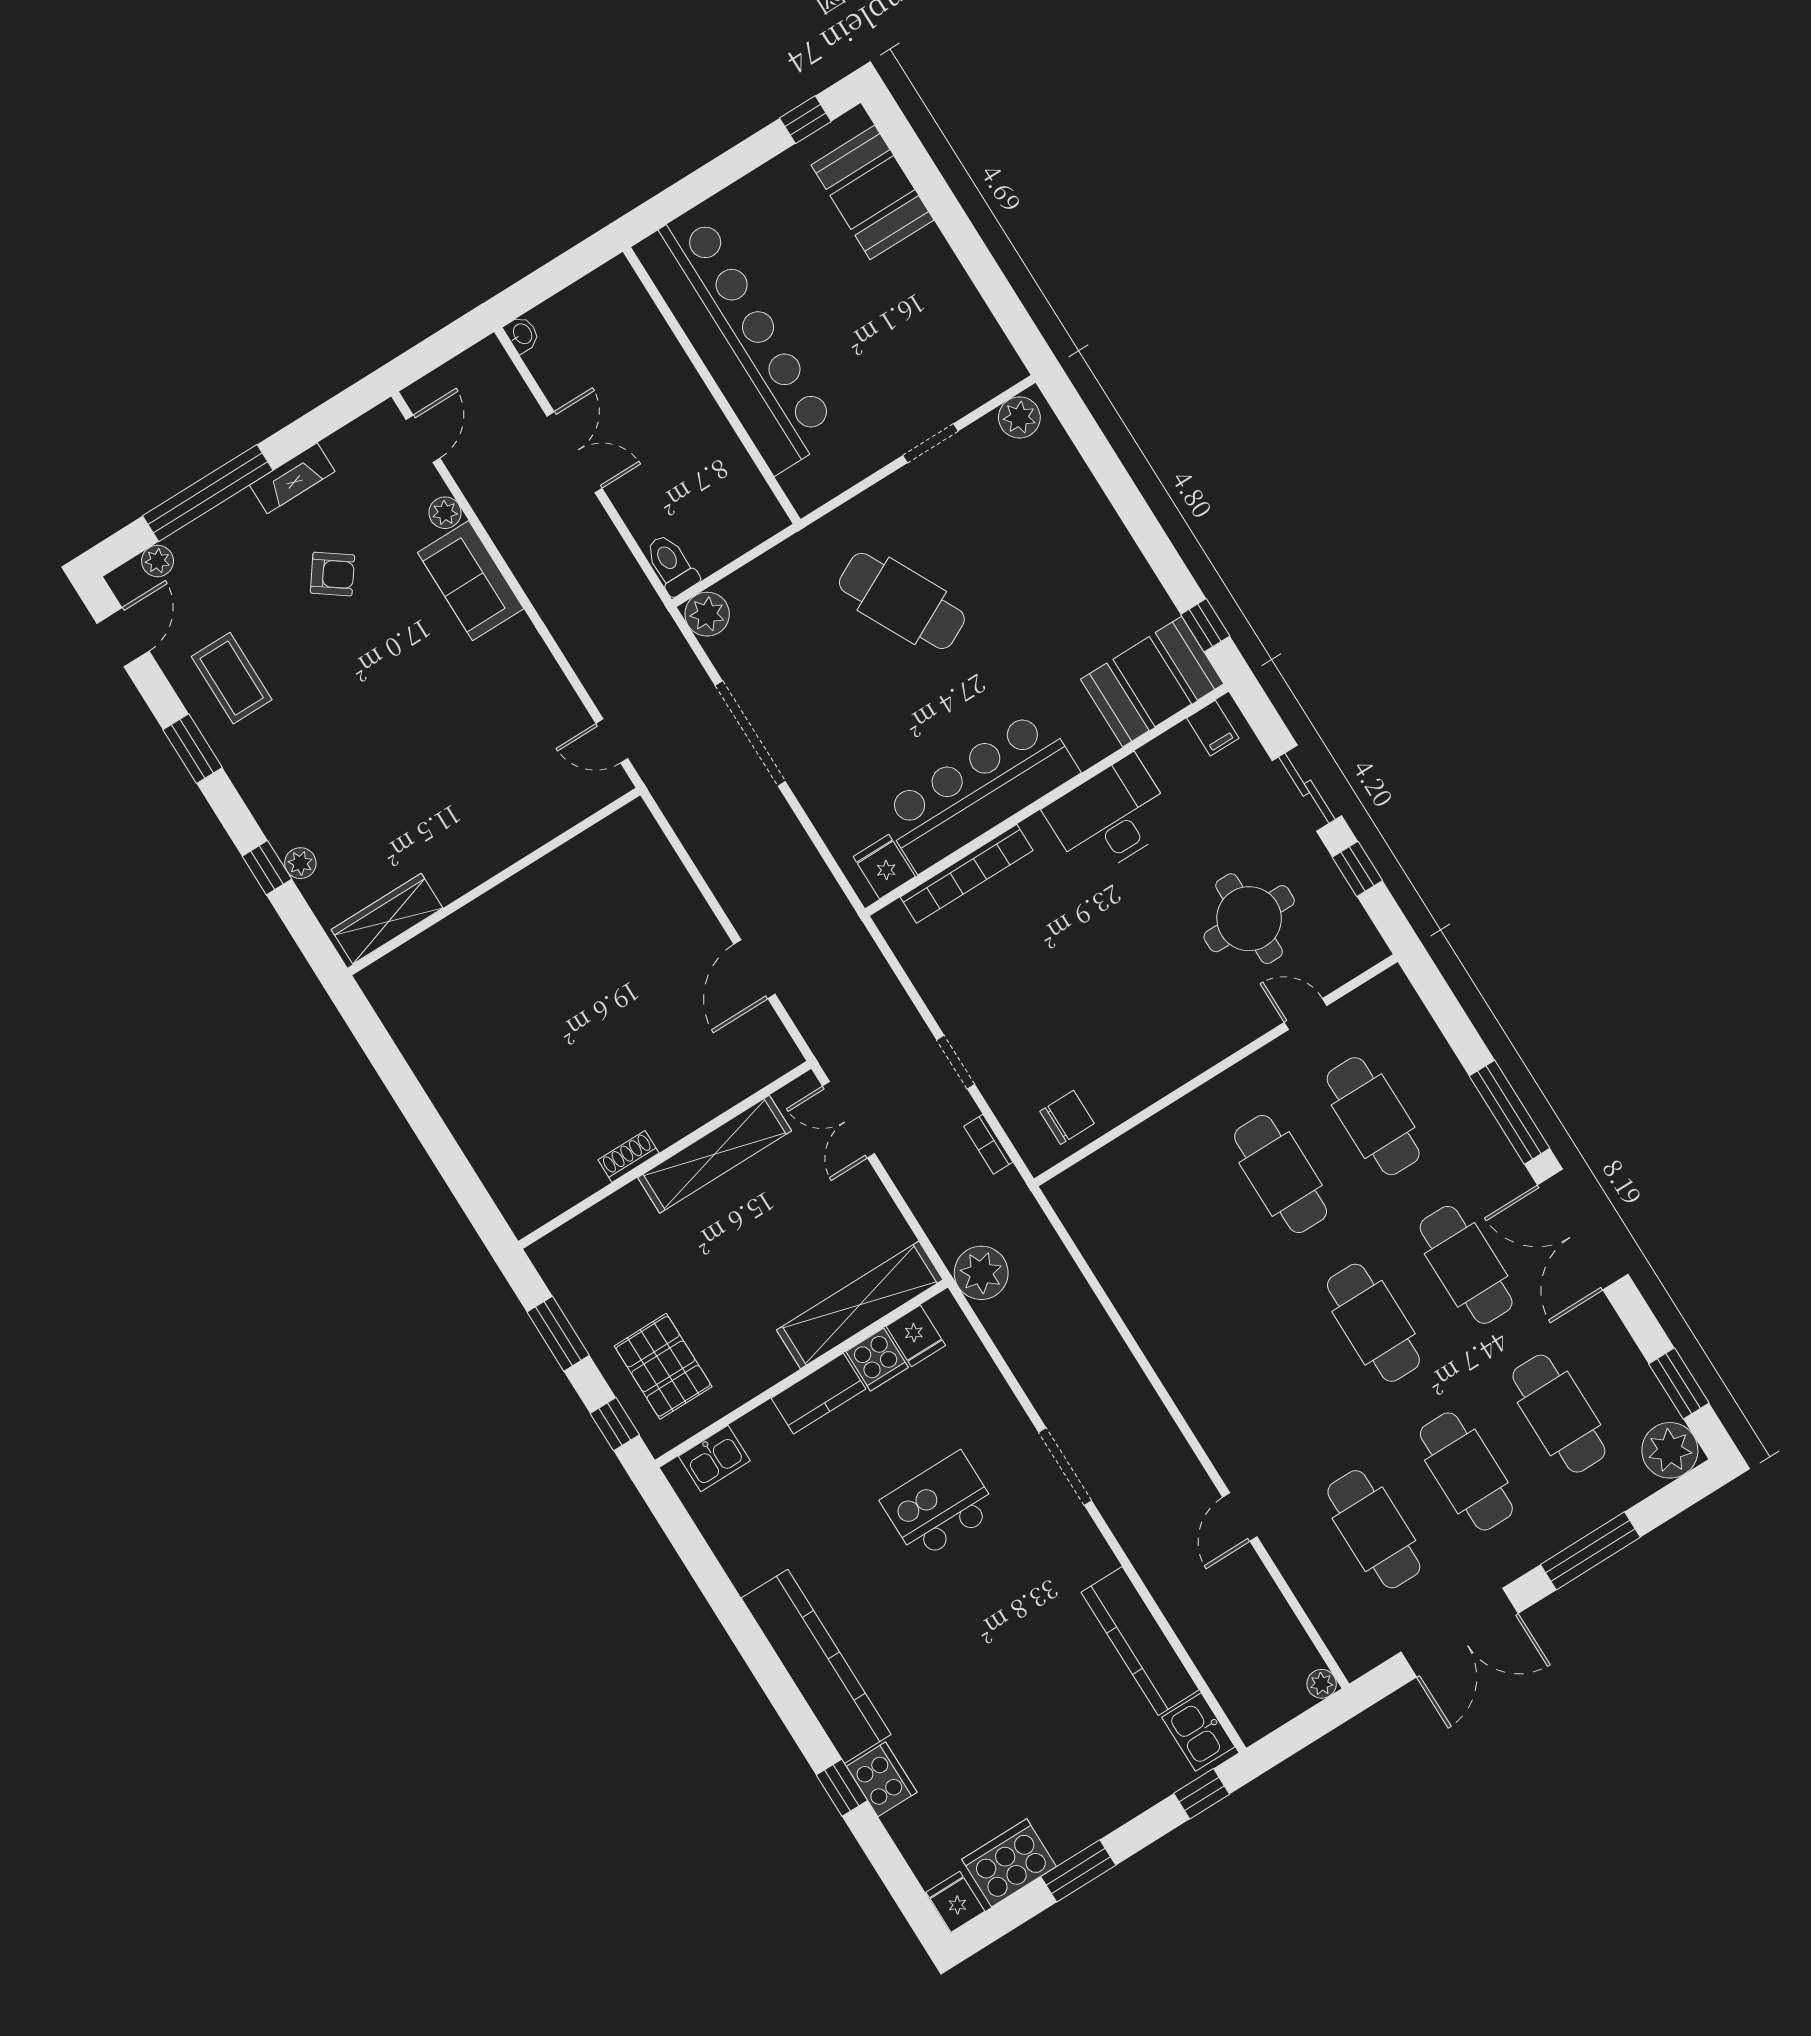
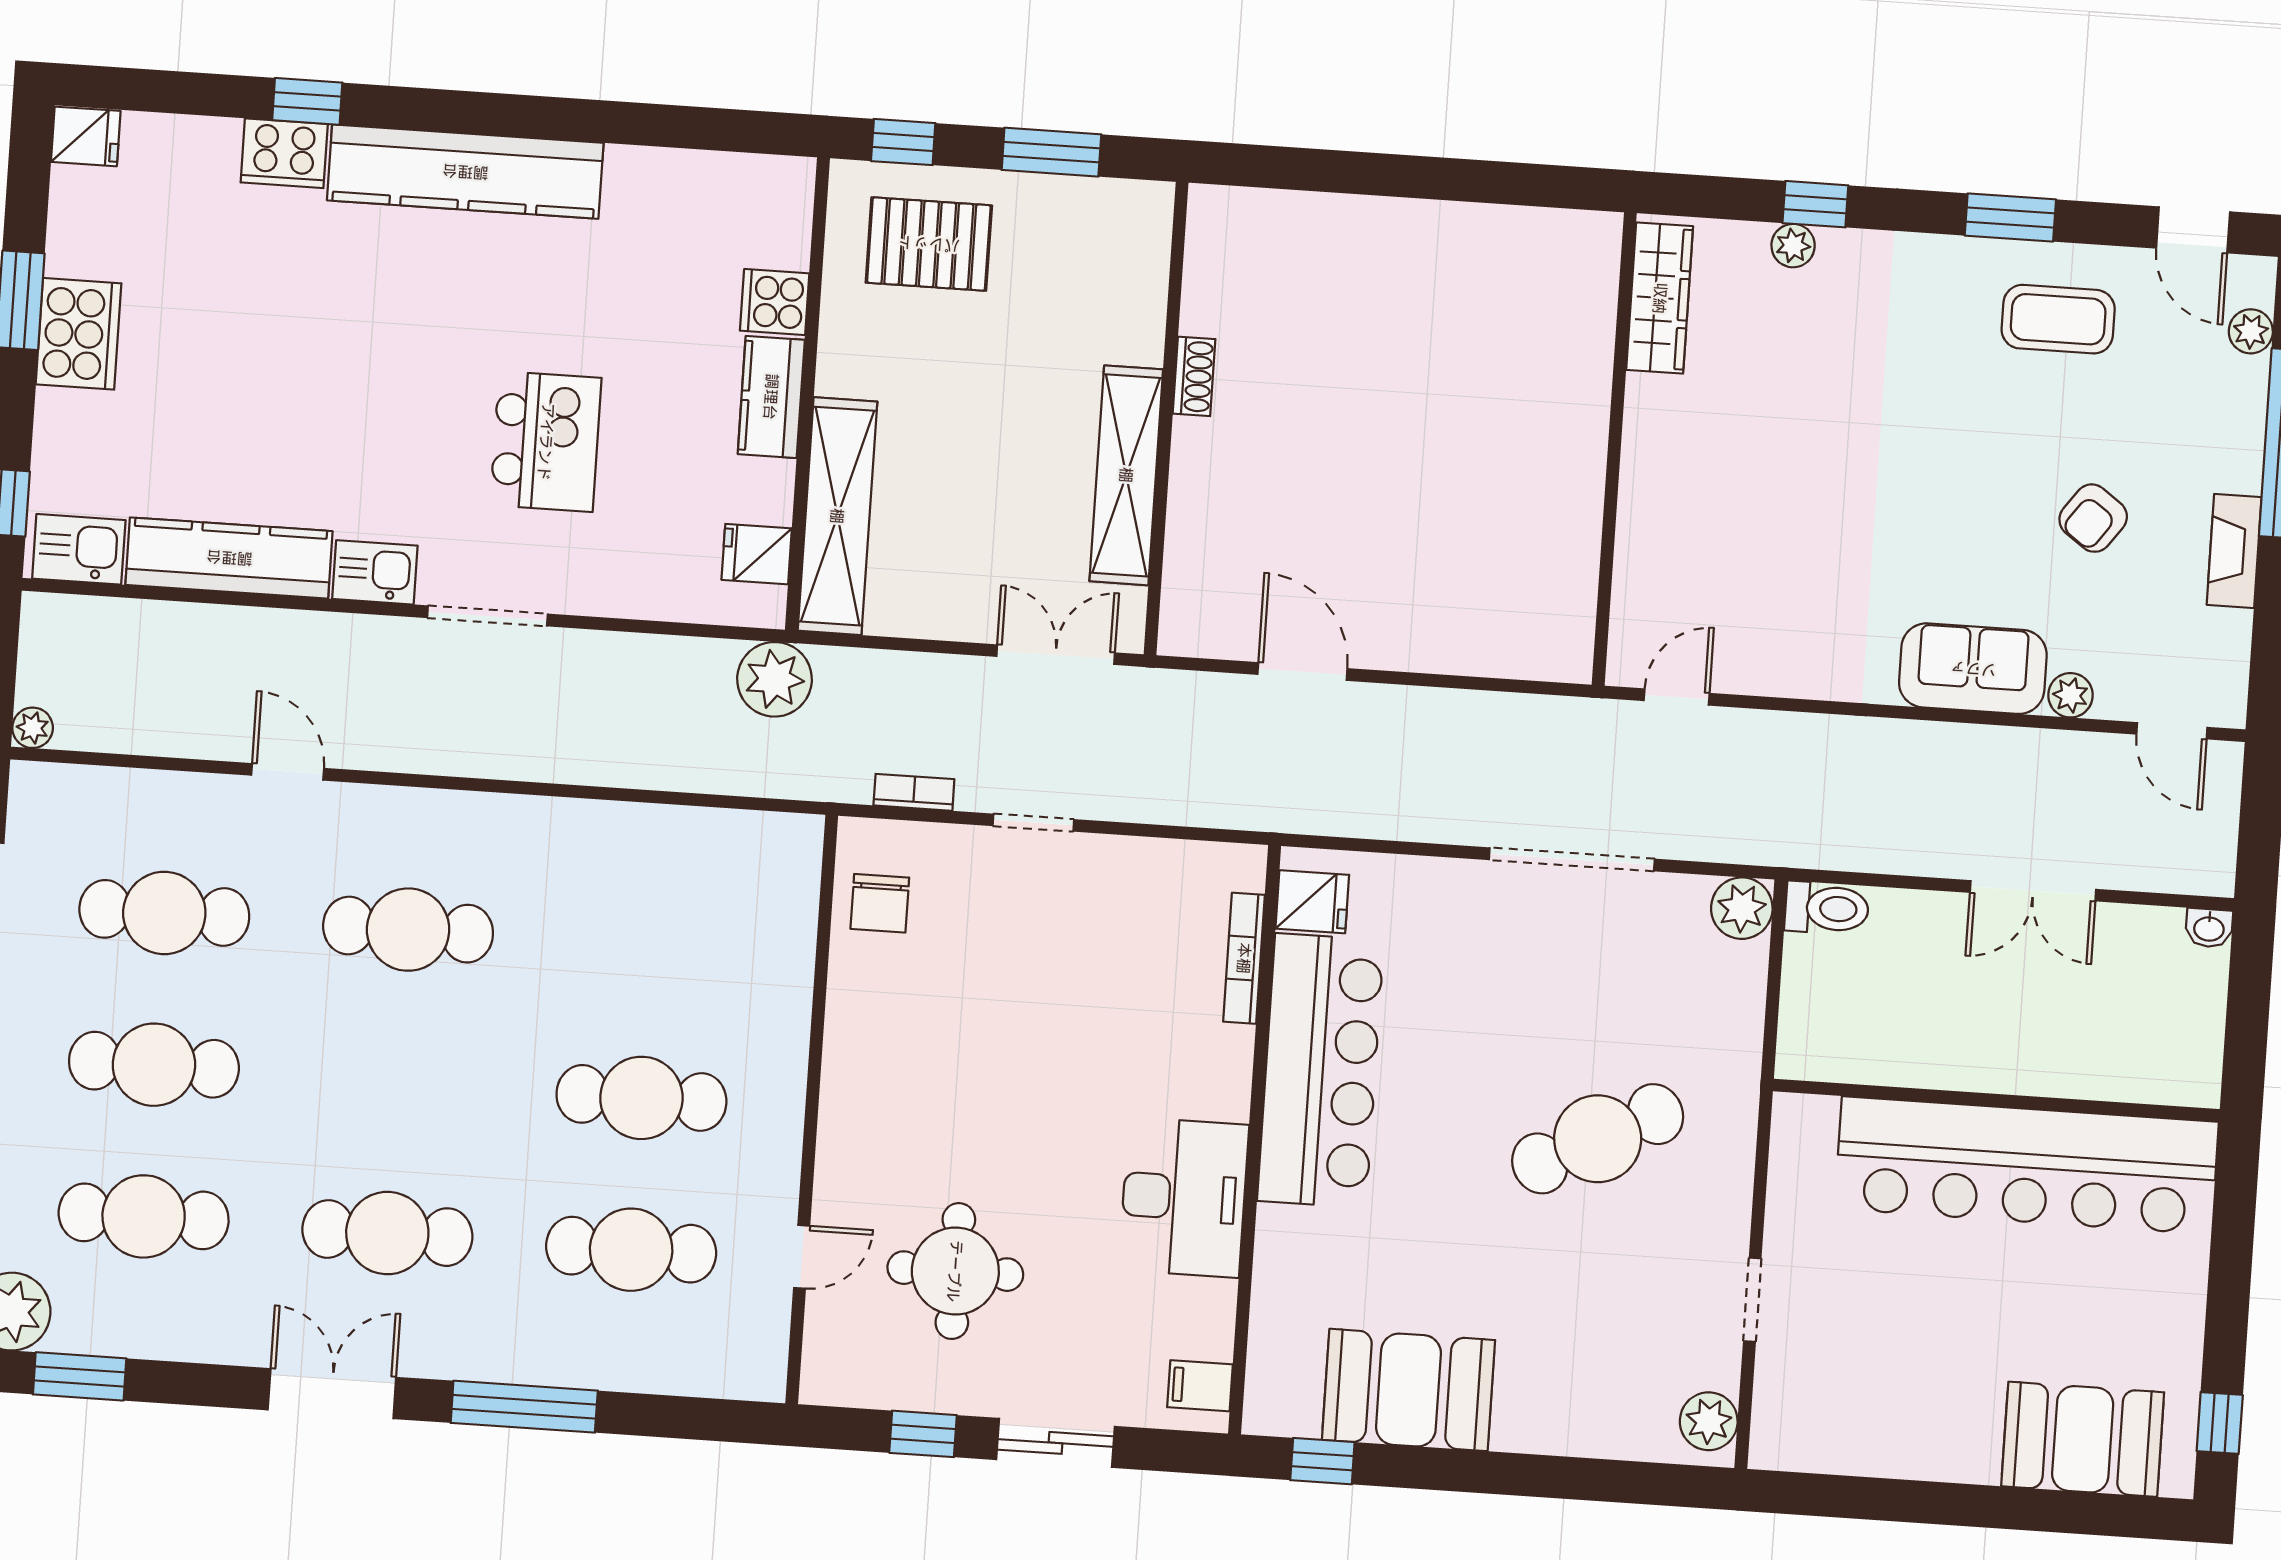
booth: (1152, 682) -> (1408, 1390), moved, turned 90
bookcase: (967, 874) -> (1244, 958), width x0.68, depth x0.76
double door: (1583, 1230) -> (332, 1394), width x0.73
cafe table: (1373, 1323) -> (408, 930), moved
cooker: (877, 1359) -> (775, 302), moved
kitchen sink: (714, 1459) -> (375, 572), moved, turned 90
cooker: (1009, 1863) -> (79, 334), moved

